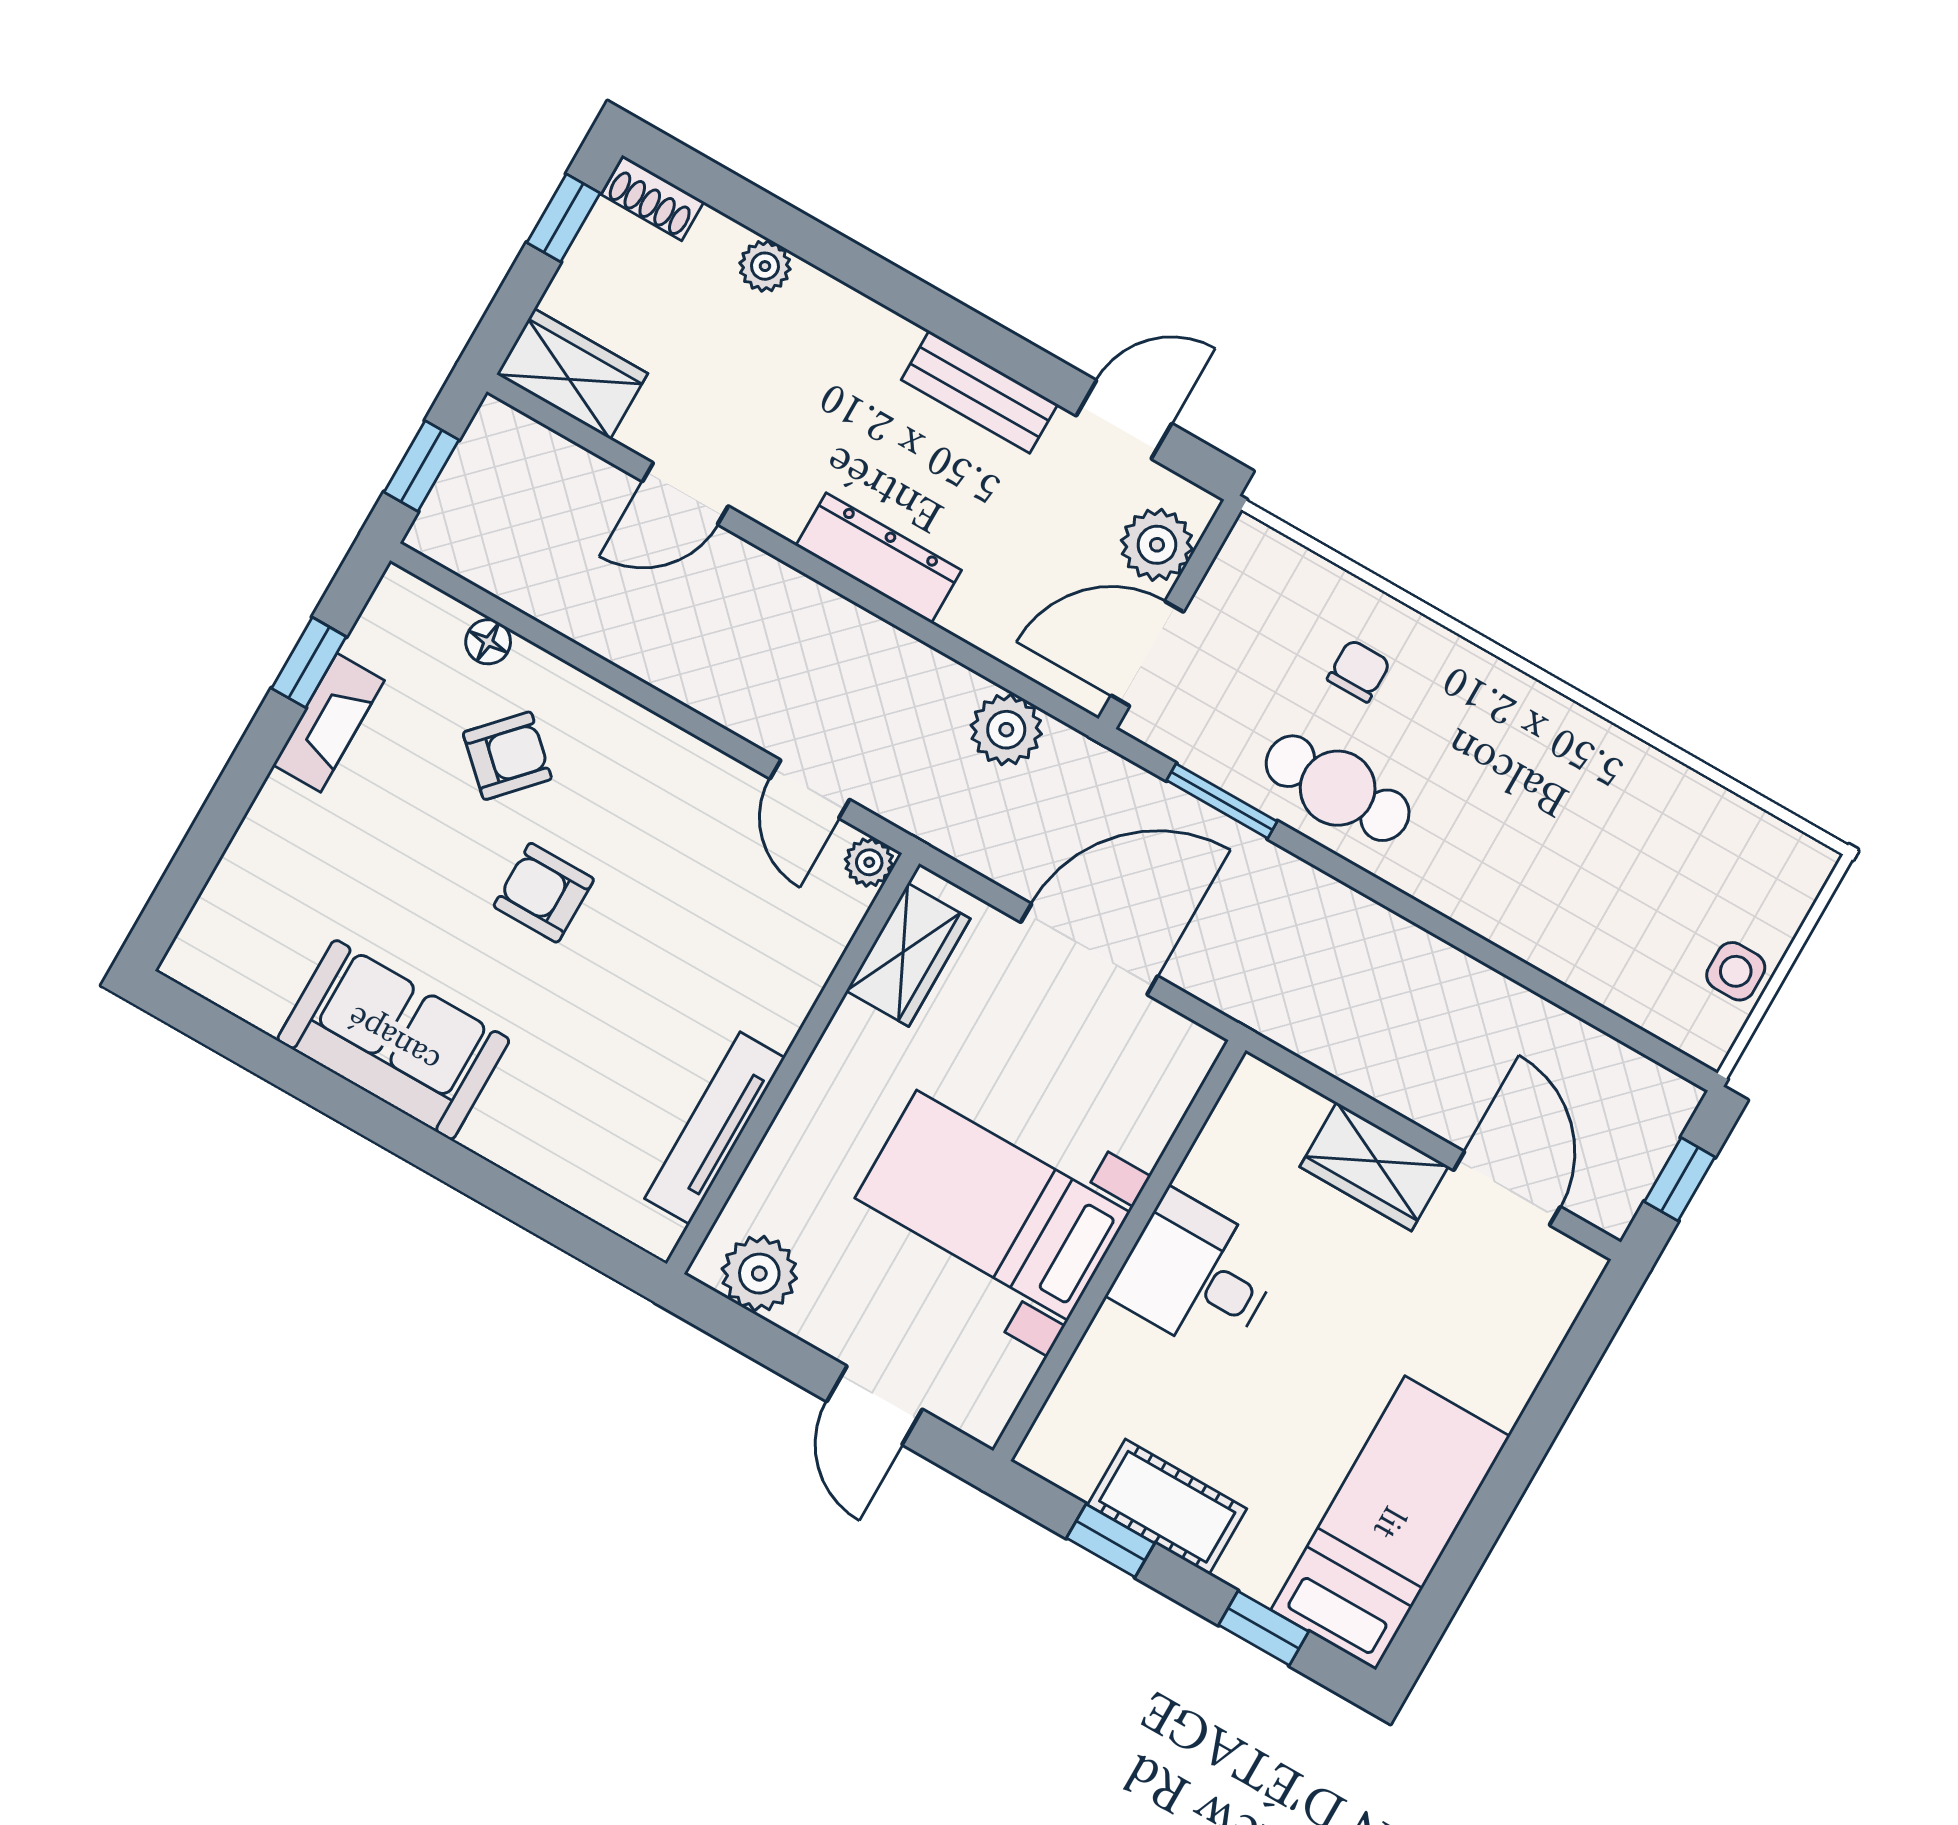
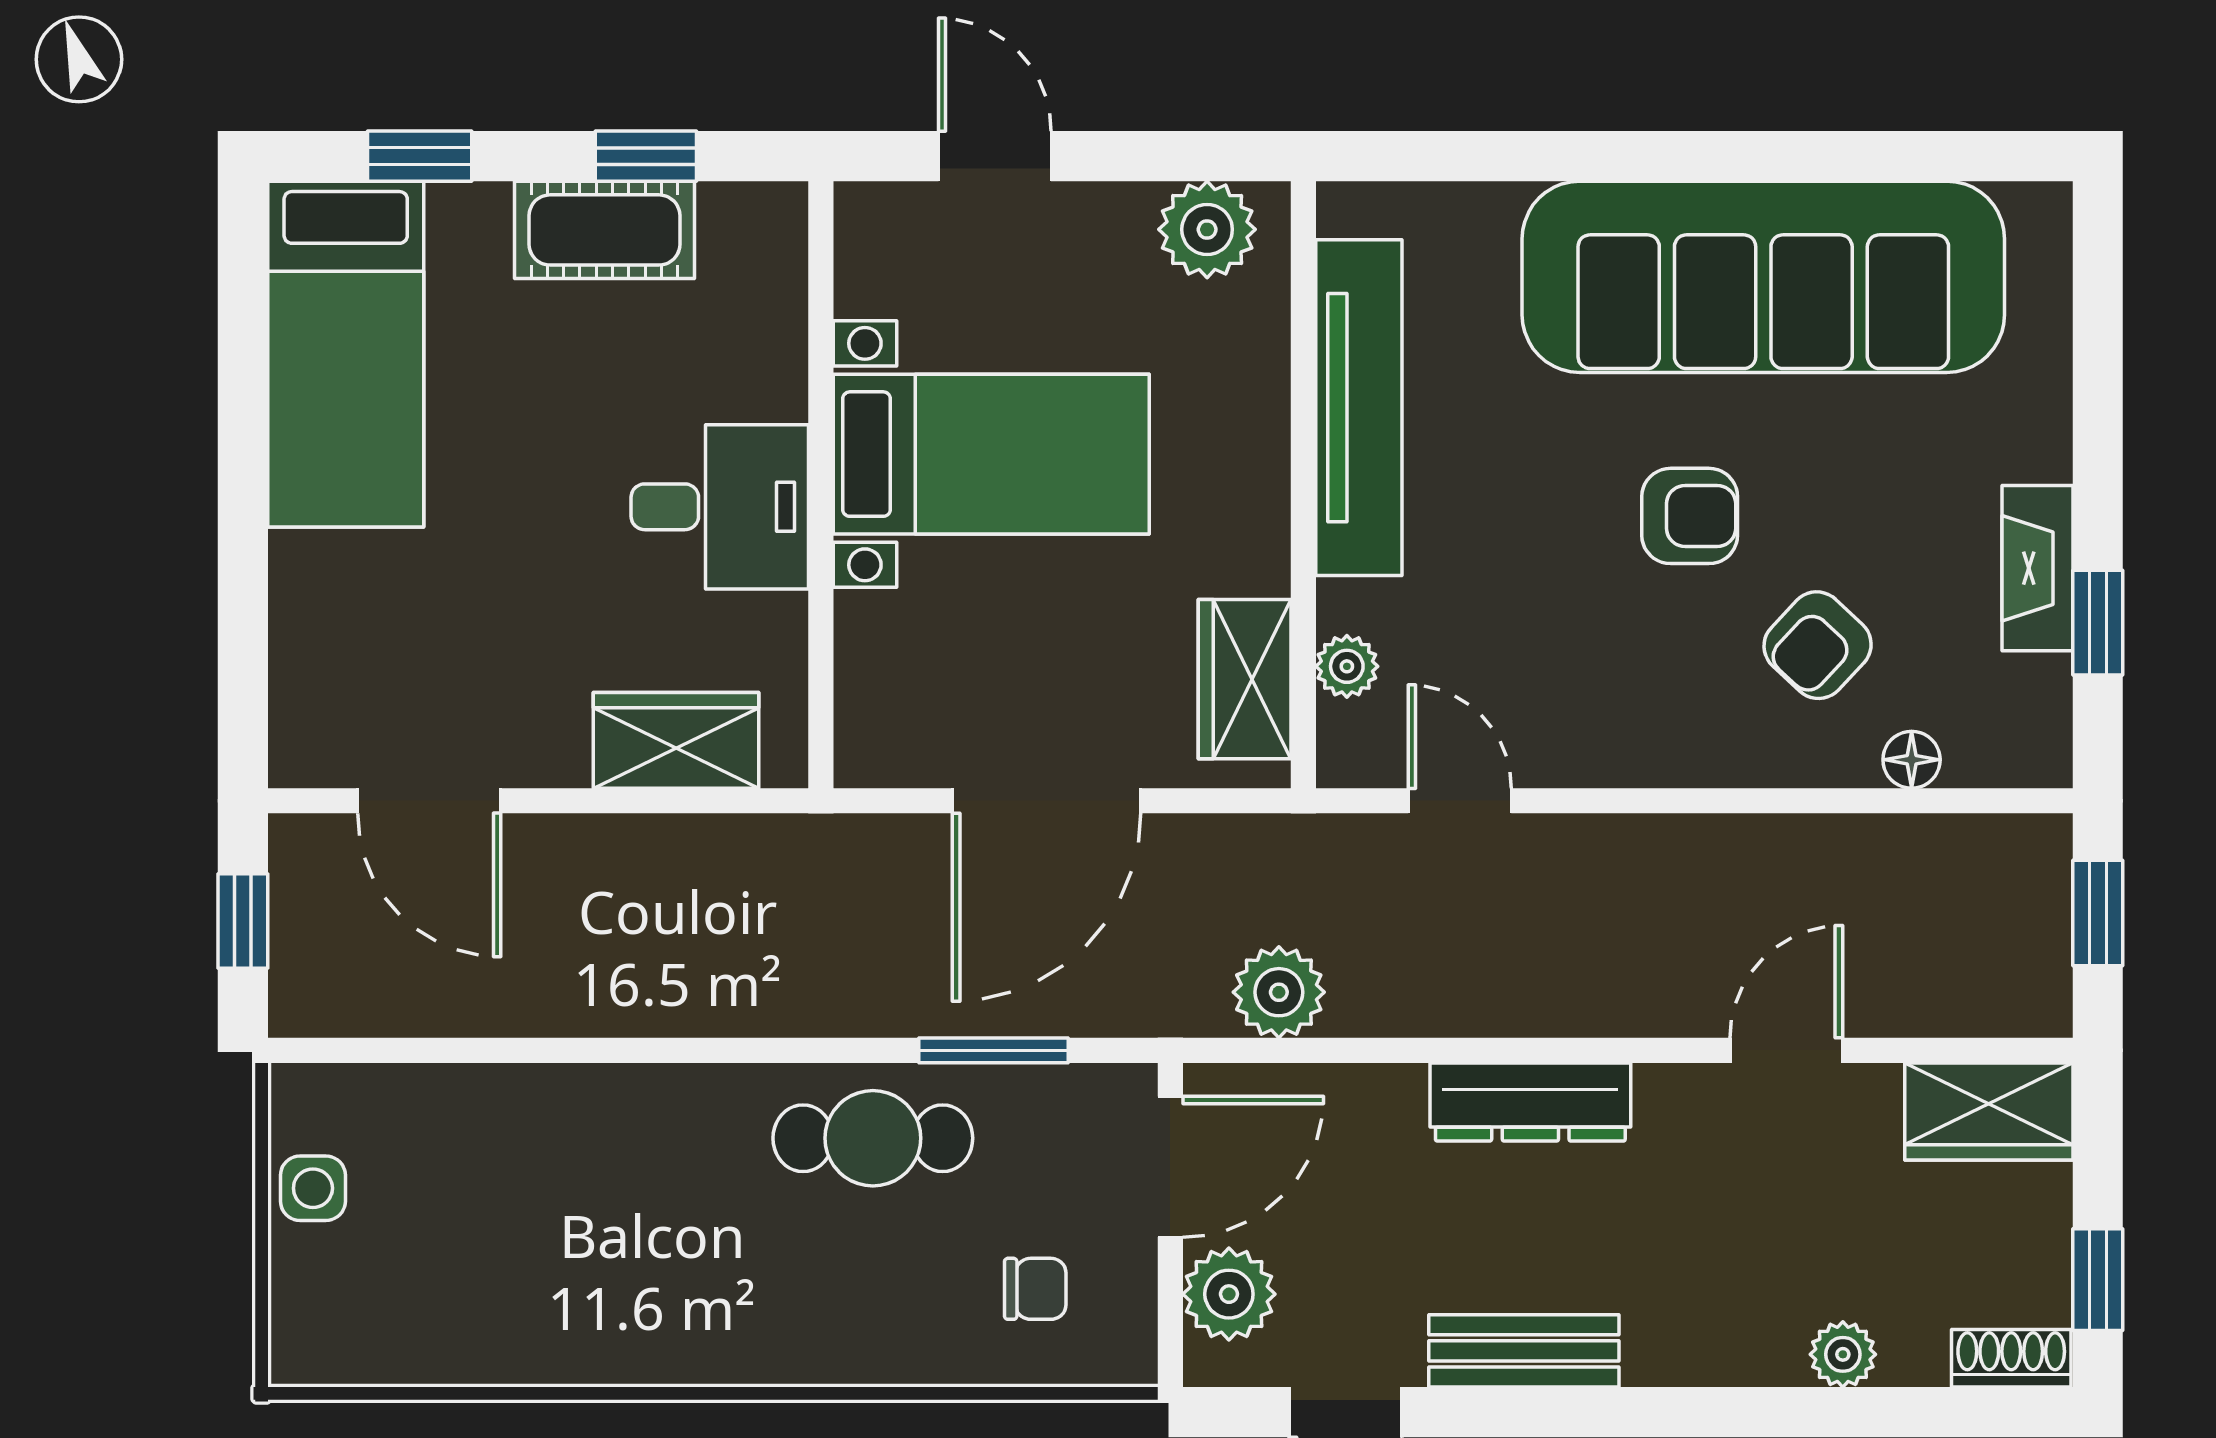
chair: (1359, 671) -> (1035, 1289), moved, turned -90
plant: (869, 862) -> (1347, 666), moved
sofa: (393, 1040) -> (1763, 277), width x1.85, depth x1.27
tv unit: (715, 1128) -> (1359, 408), width x1.36, depth x1.29
wardrobe: (1374, 1167) -> (676, 740), moved

